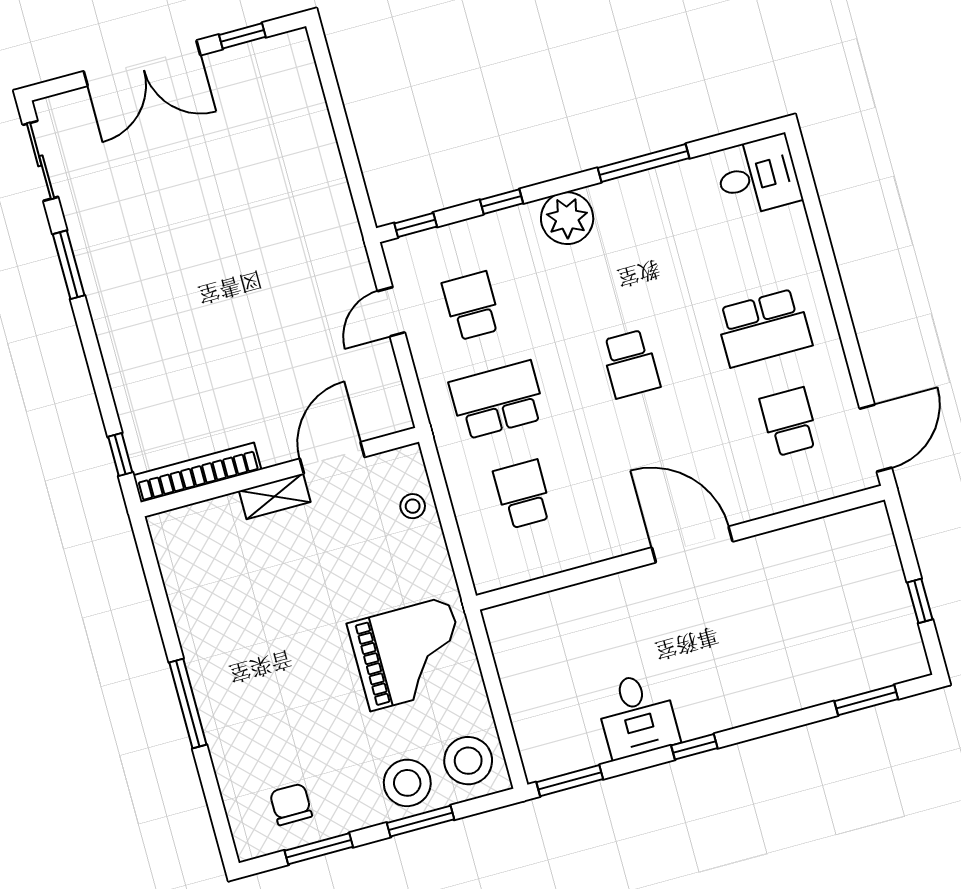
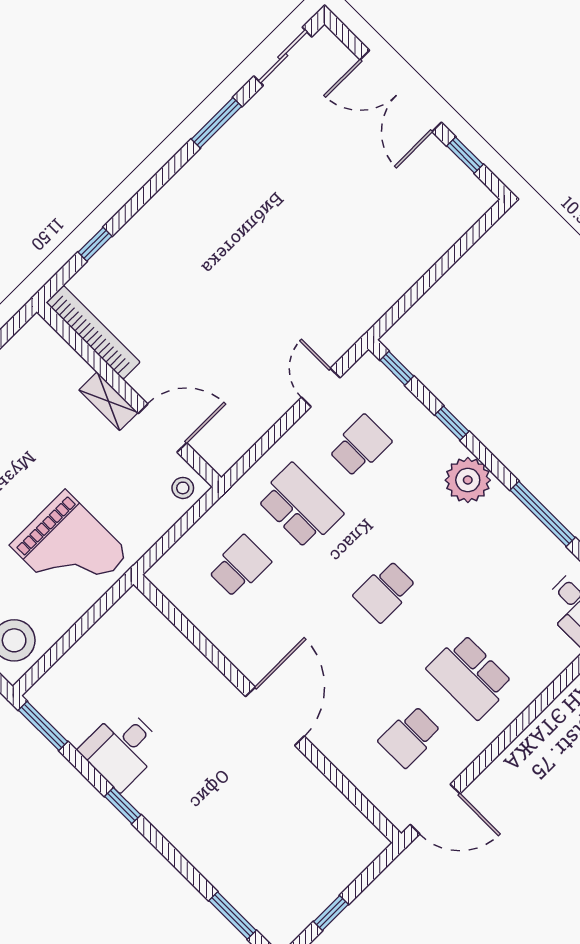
door: (391, 312) -> (321, 388), hinge flipped
school desk: (789, 422) -> (410, 737), turned 180
door: (332, 458) -> (162, 428), moved
bookcase: (197, 472) -> (93, 332), moved
wall: (280, 472) -> (129, 395), moved
shelving: (275, 496) -> (108, 401), moved

